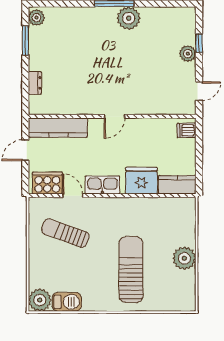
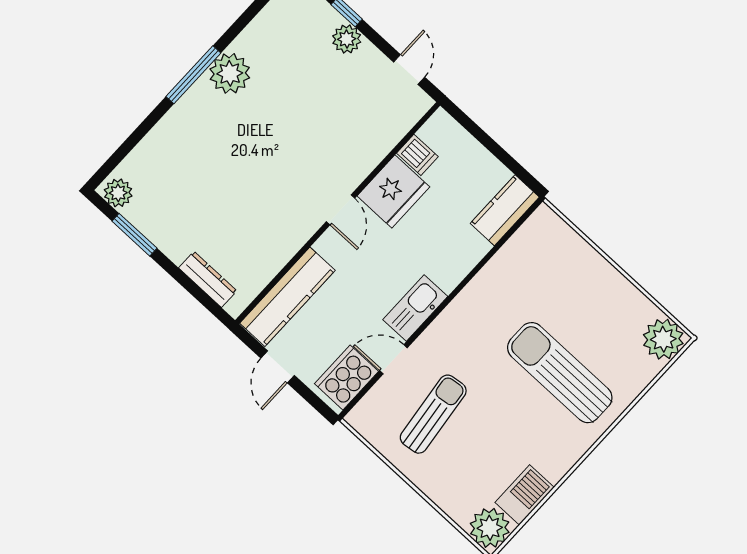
dresser: (35, 83) -> (208, 279), width x1.44
dishwasher: (187, 130) -> (417, 155), moved, turned -90
fridge: (141, 181) -> (393, 191), moved, turned 180
sun lounger: (65, 233) -> (433, 414), turned 153
plant: (184, 258) -> (663, 339), moved

